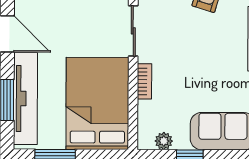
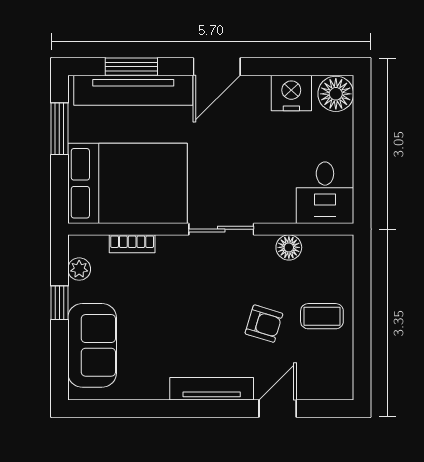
bookcase: (144, 81) -> (132, 244), moved

